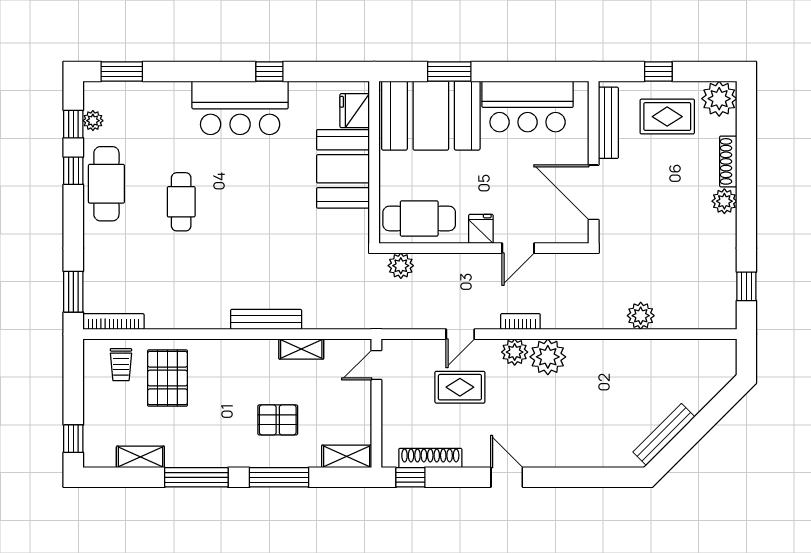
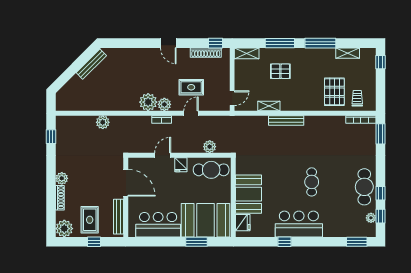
rug: (667, 117) -> (90, 220), turned 90
cafe table: (181, 202) -> (312, 182), moved
plant: (401, 266) -> (210, 147), moved

